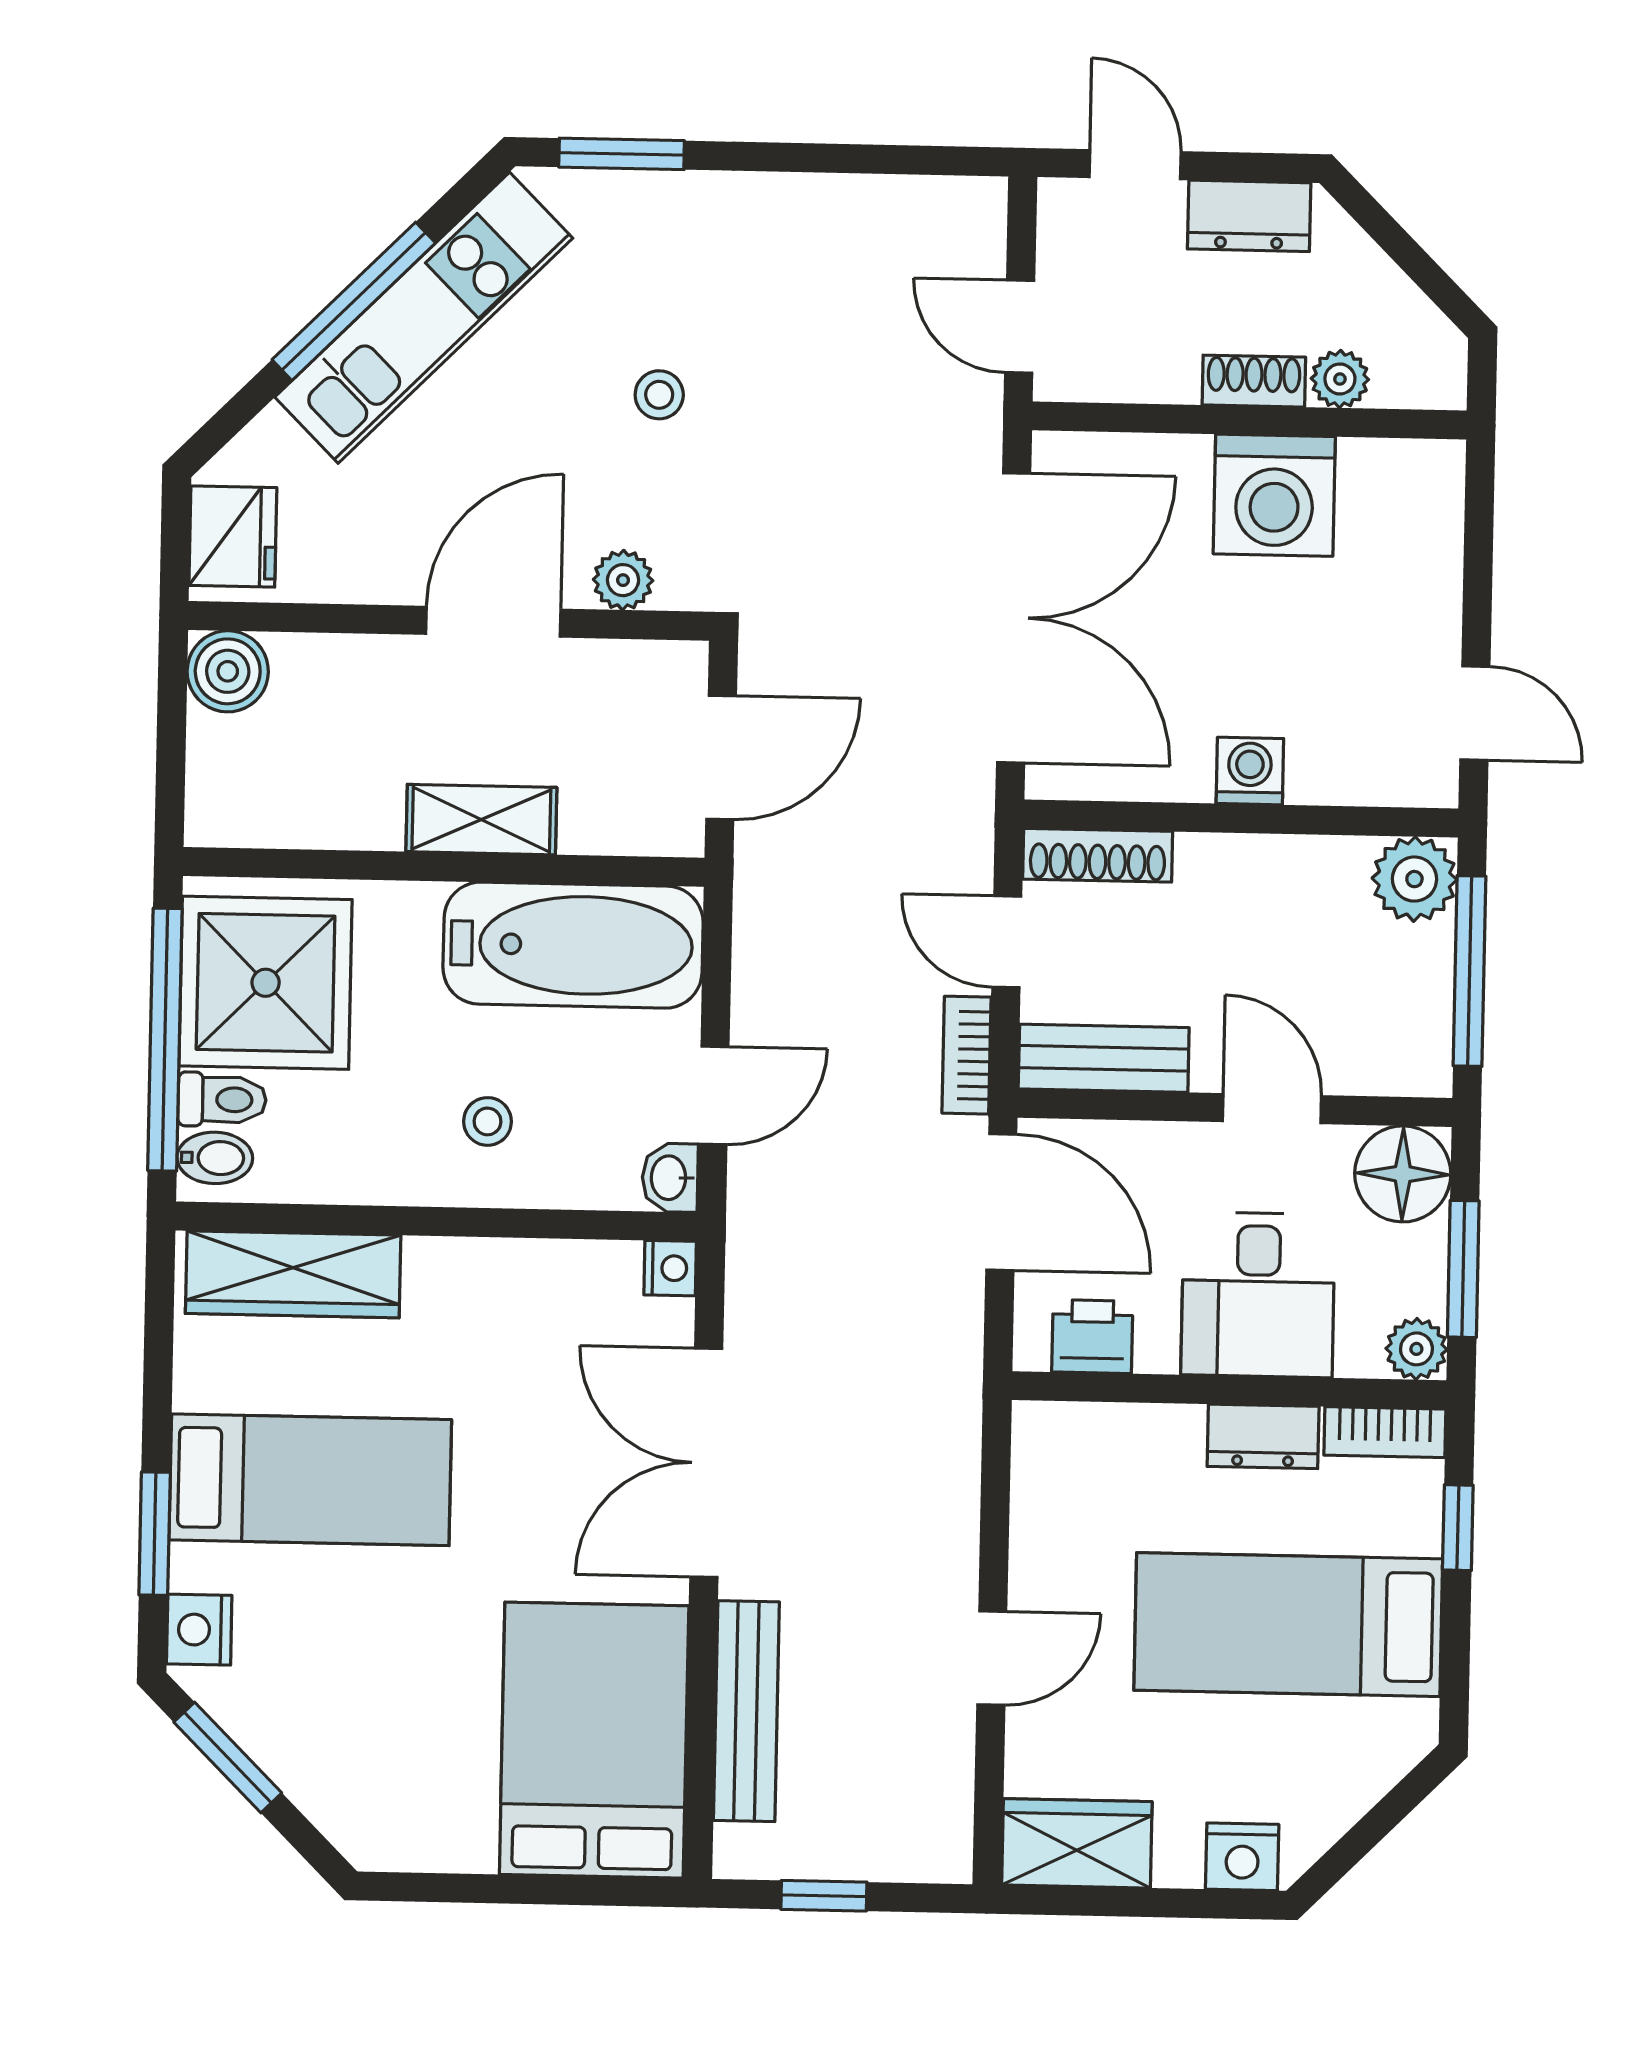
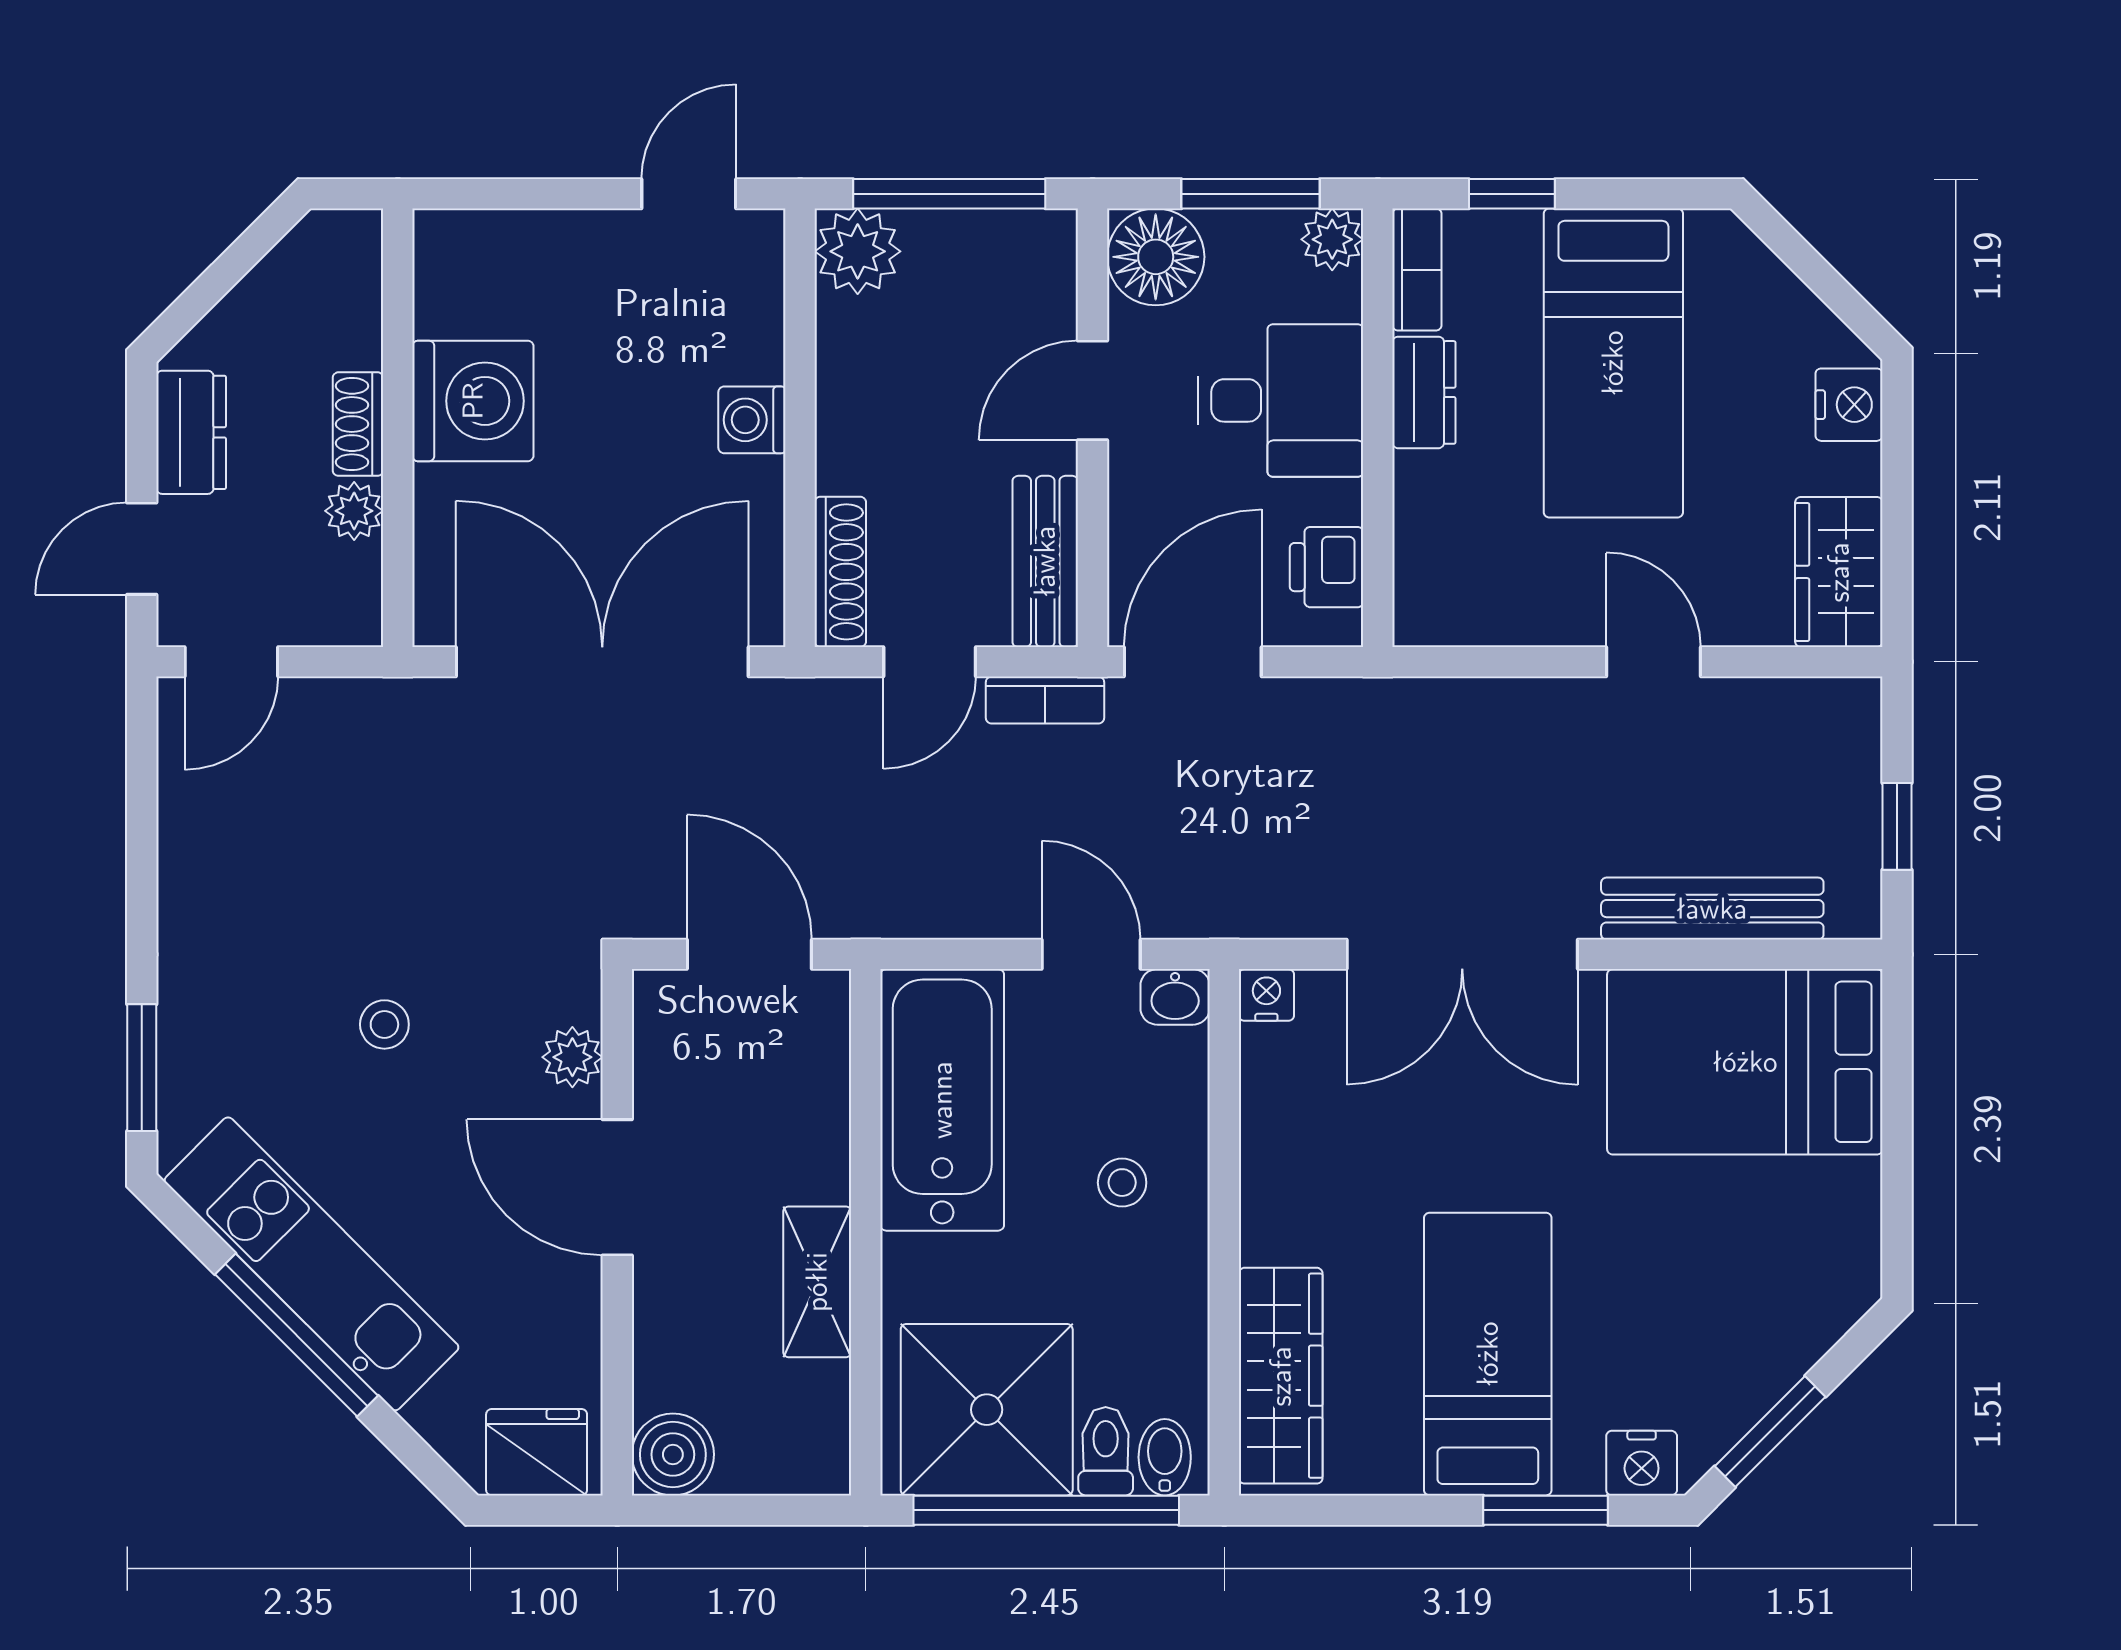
door: (1020, 327) -> (231, 662), moved
plant: (1340, 379) -> (354, 511), moved
shelving: (481, 820) -> (817, 1282), moved

